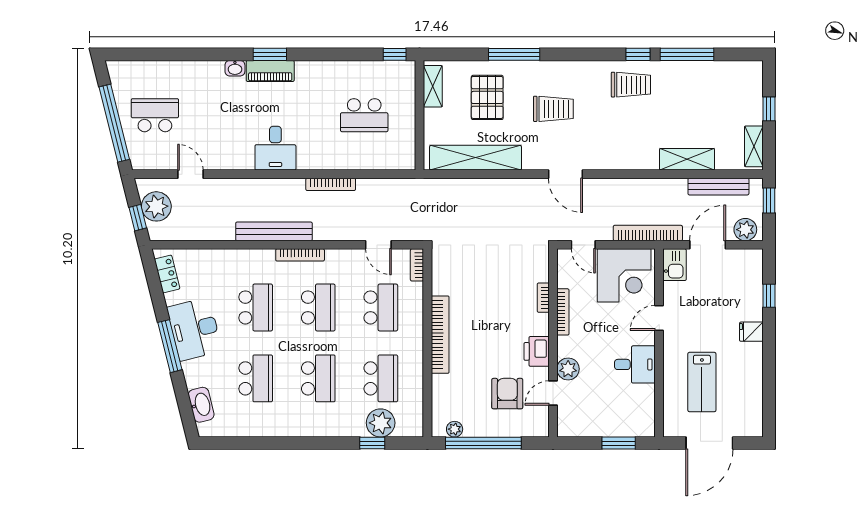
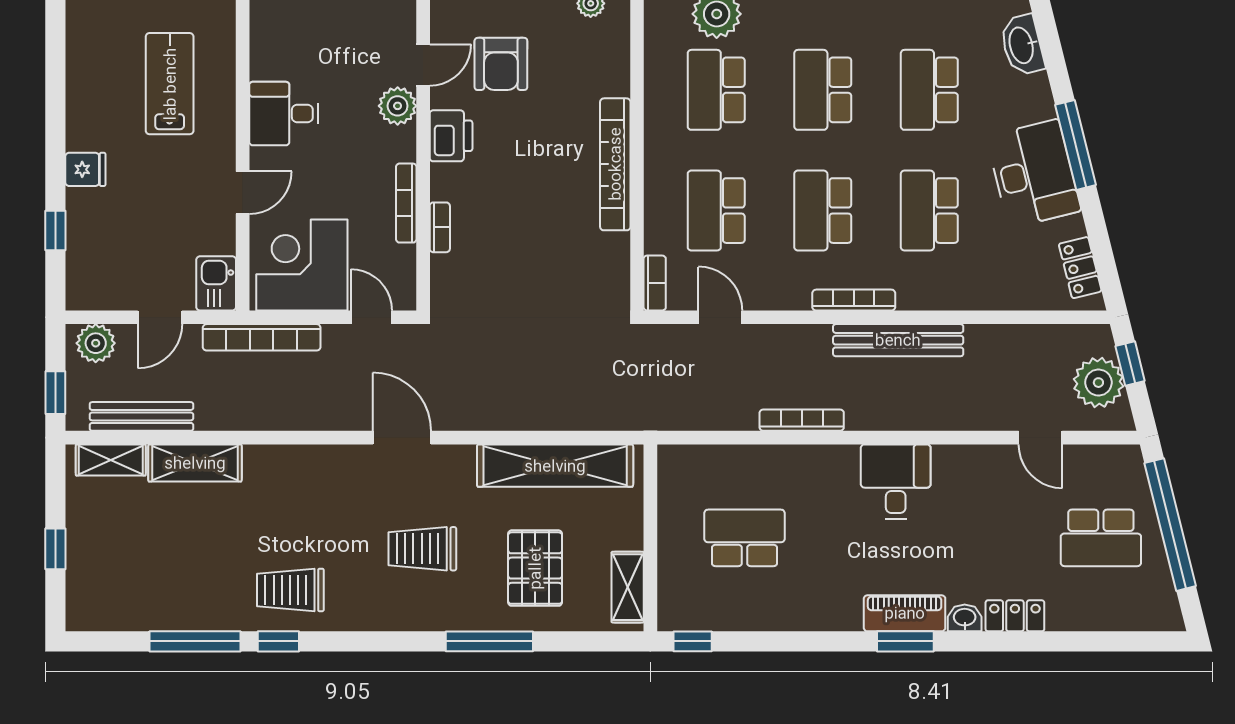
locker: (205, 69) -> (1015, 616), added
shelving: (754, 146) -> (111, 460), moved, turned 90
door: (708, 245) -> (160, 317), width x0.73

